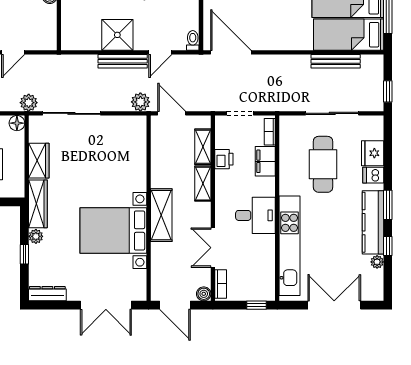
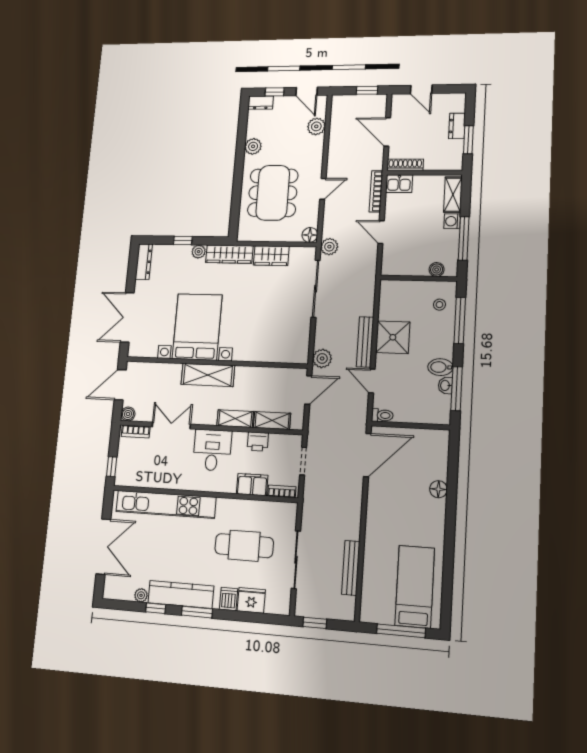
bed: (349, 35) -> (379, 585), removed
desk: (255, 215) -> (212, 450), moved, turned 180

